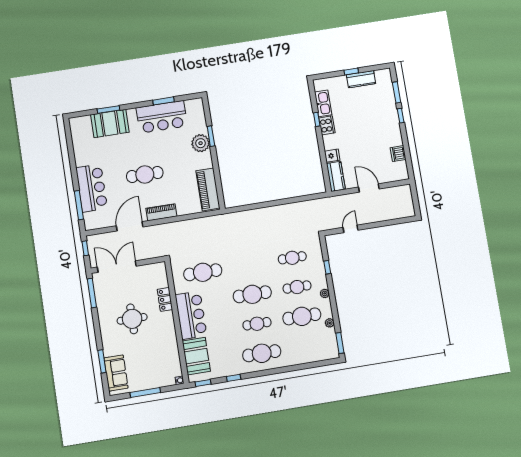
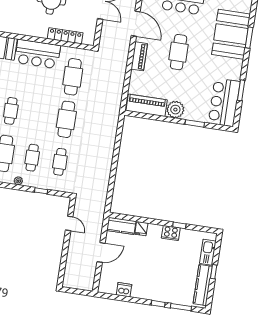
kitchen counter: (361, 79) -> (203, 285), width x1.50
kitchen sink: (323, 103) -> (208, 252), moved, turned 90
bar counter: (162, 117) -> (224, 102), moved
booth: (110, 123) -> (231, 34), width x1.36, depth x1.42
plant: (201, 143) -> (175, 110), moved
cafe table: (252, 294) -> (66, 119), moved
locker: (165, 299) -> (65, 36), width x1.53

